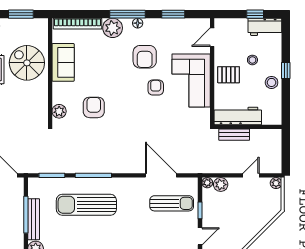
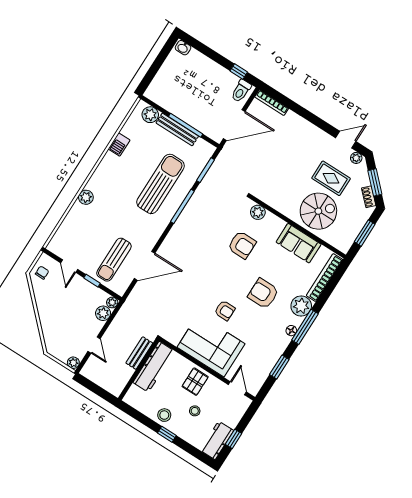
armchair: (145, 57) -> (263, 293), moved

